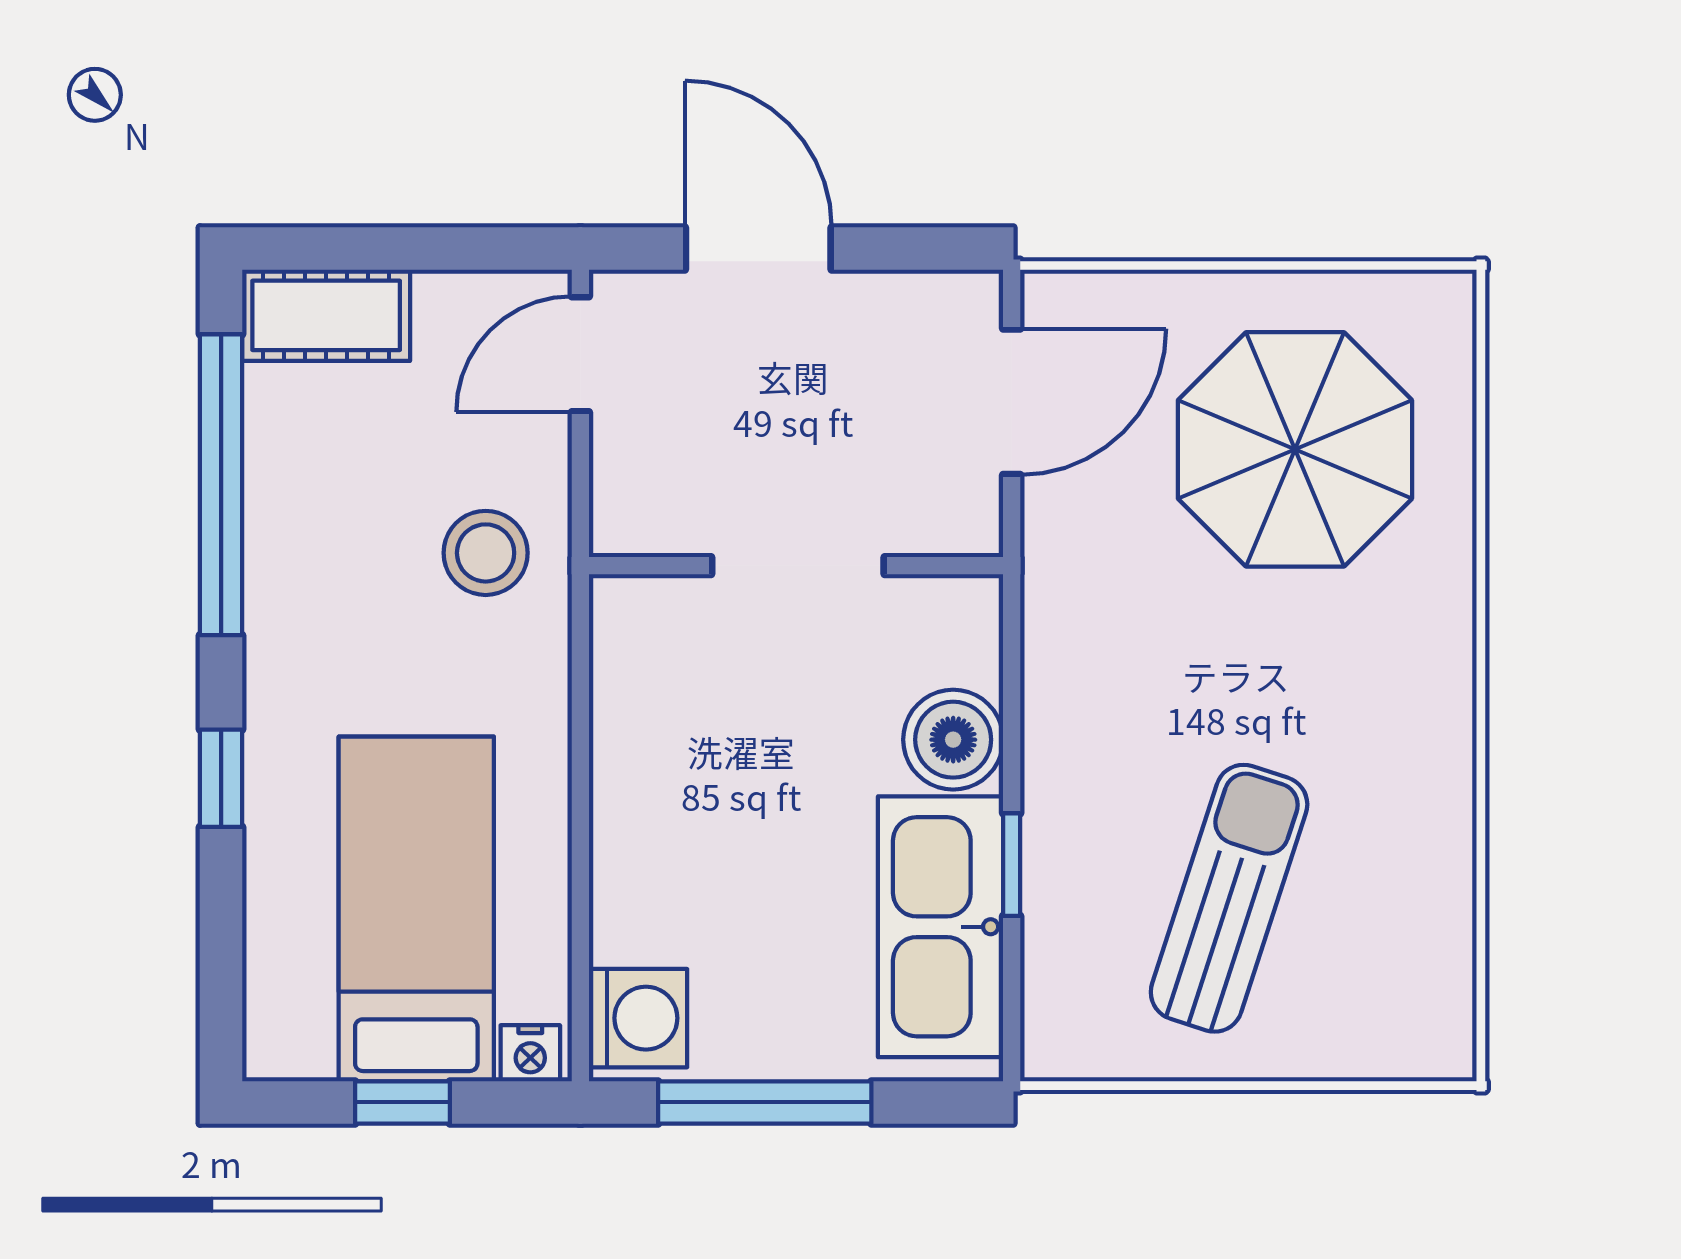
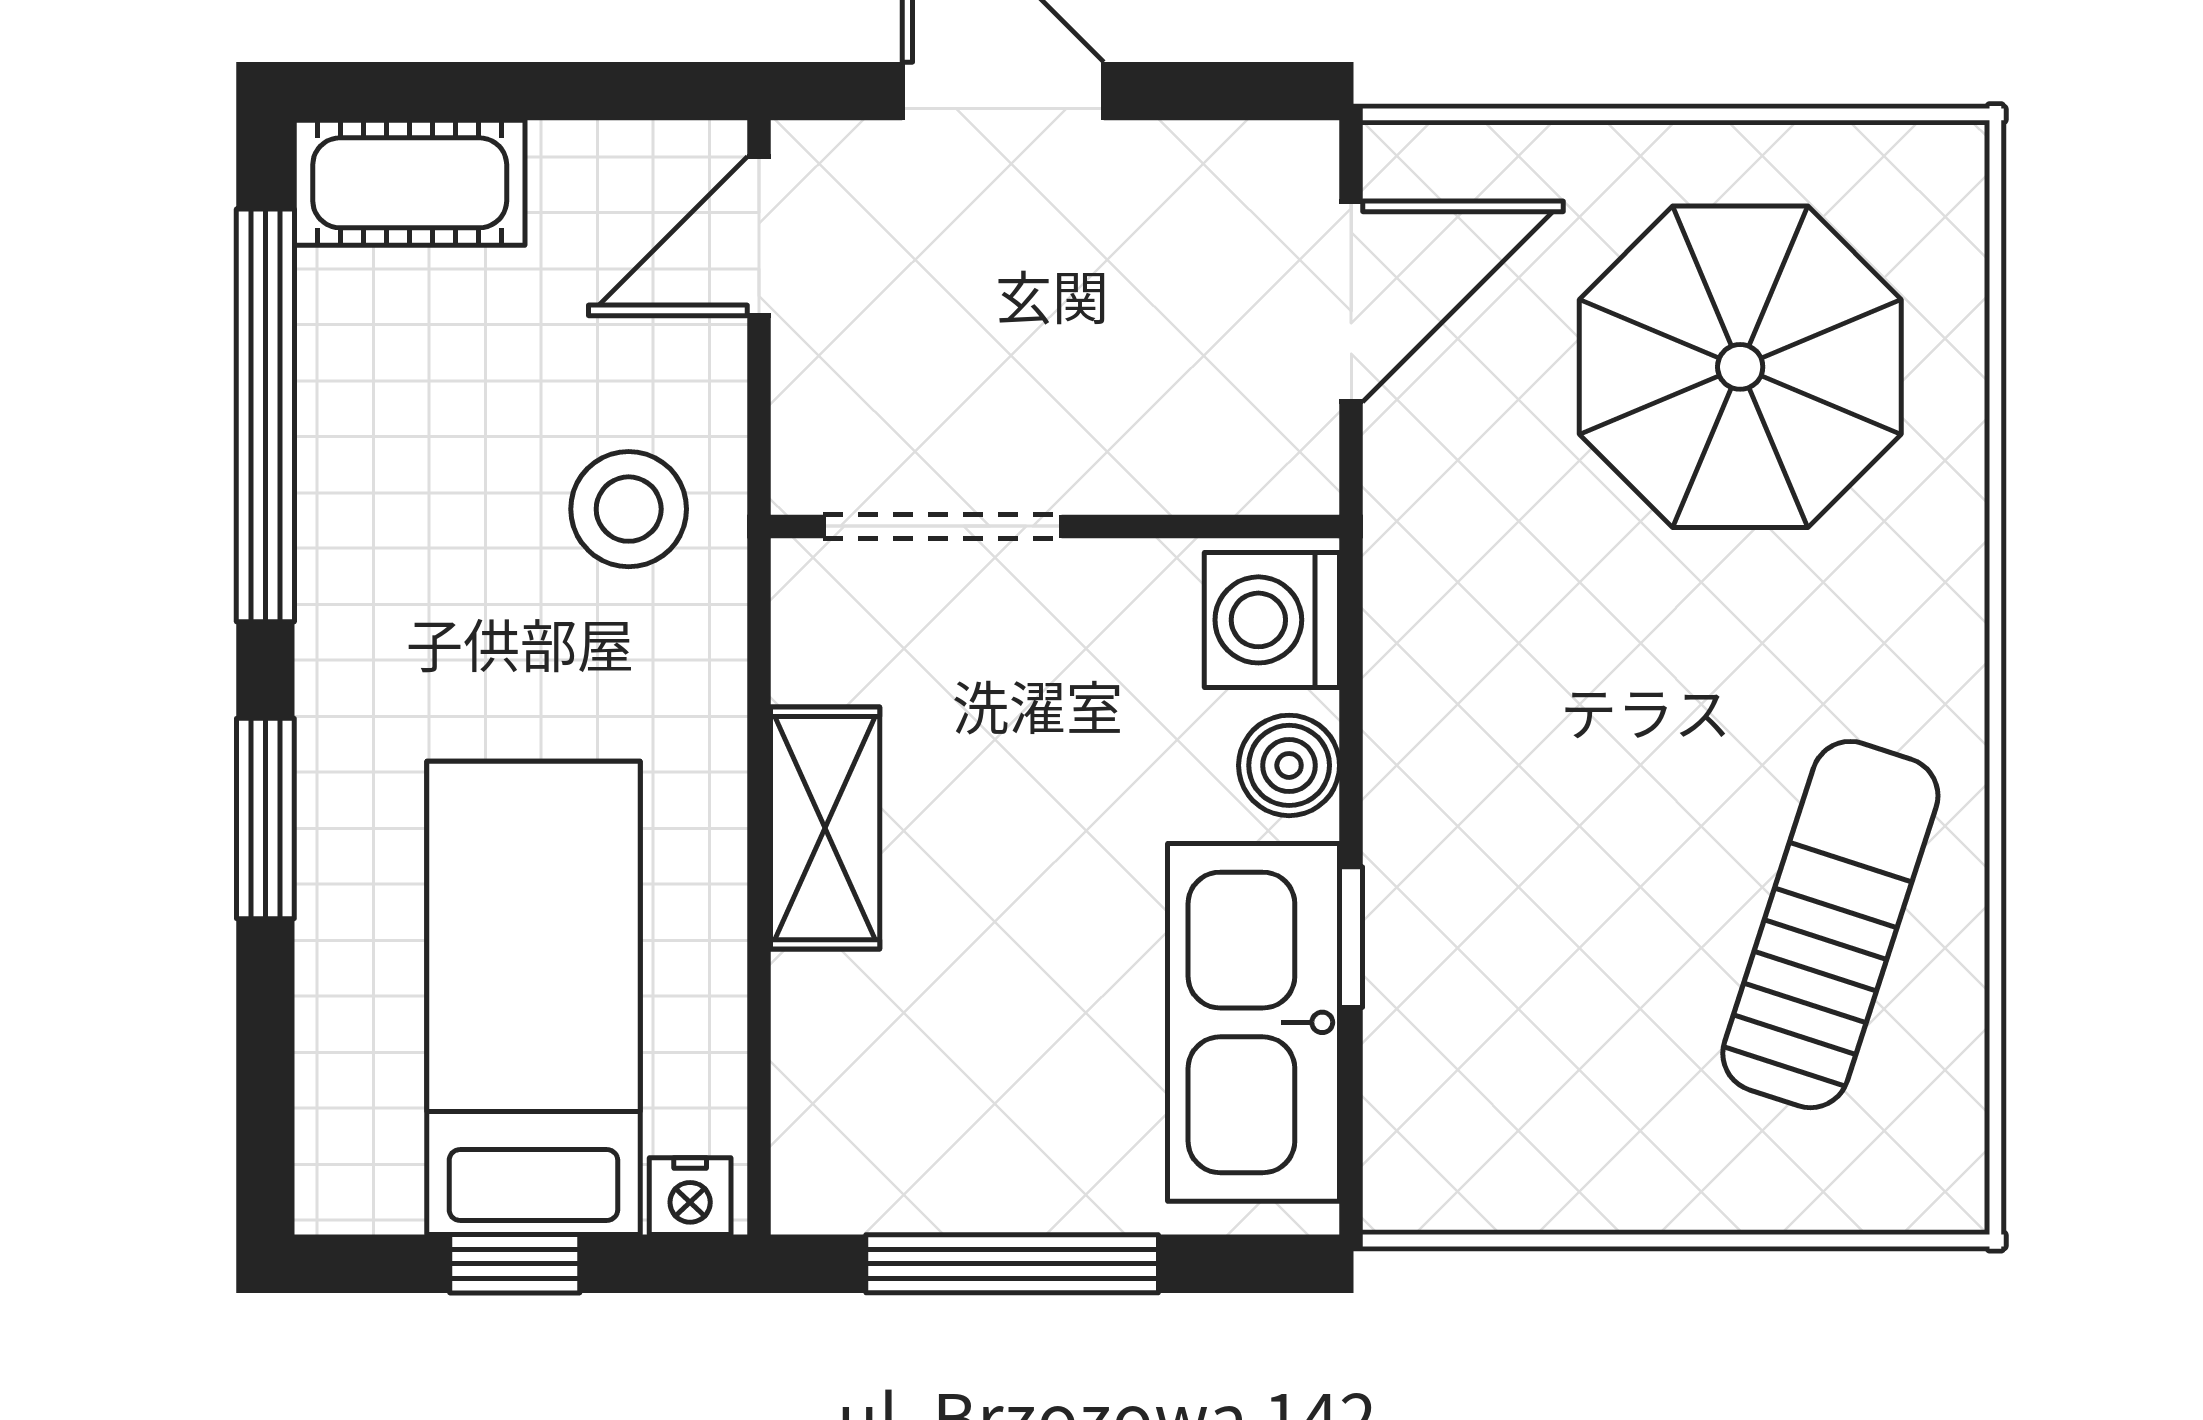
doorway: (798, 566) -> (942, 526), moved
boiler: (953, 740) -> (1289, 765), width x0.73, depth x0.73
window: (221, 778) -> (265, 819), width x1.50
shelving: (629, 785) -> (825, 828), added
sun lounger: (1229, 898) -> (1830, 925), moved
washing machine: (638, 1018) -> (1272, 620), moved, turned 180

